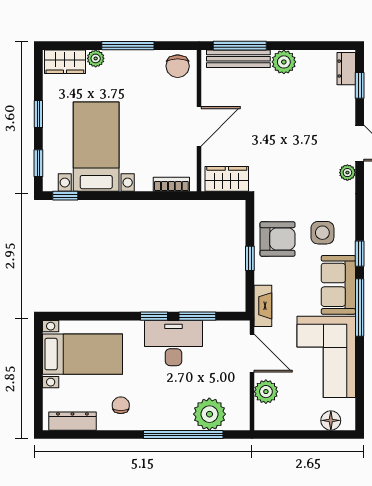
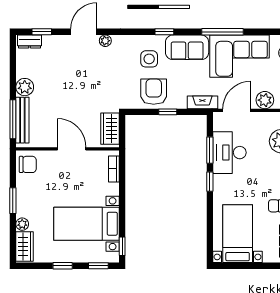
window: (128, 46) -> (13, 201), width x0.69
window: (360, 307) -> (223, 32), moved
desk: (173, 343) -> (230, 153), moved

